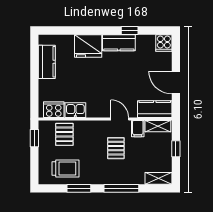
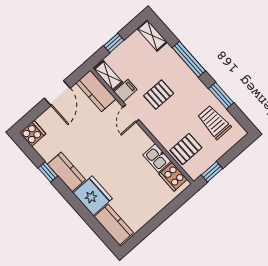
kitchen counter: (47, 62) -> (114, 225), moved, turned 90

